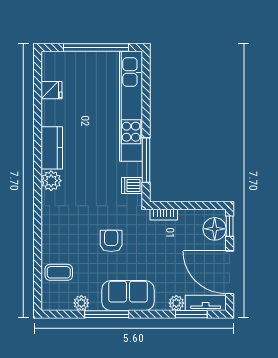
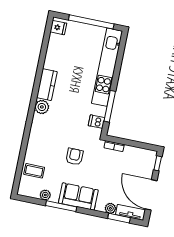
fridge: (52, 90) -> (58, 28), moved
floor lamp: (215, 229) -> (147, 163), removed

